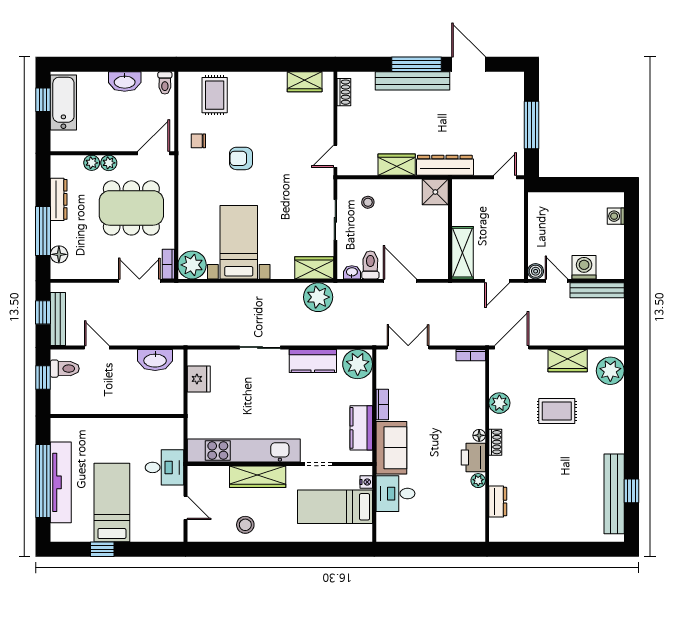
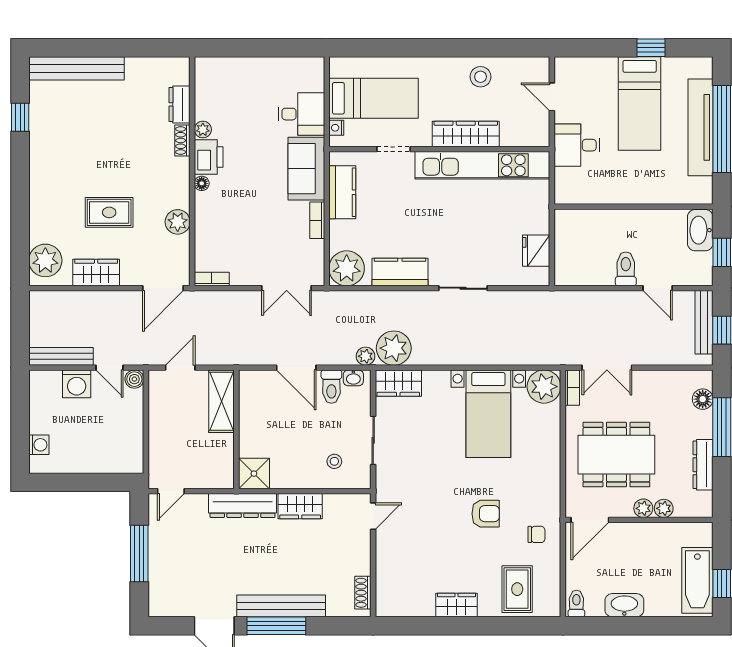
wardrobe: (305, 82) -> (457, 605), moved
plant: (342, 290) -> (365, 356), added
washbasin: (155, 360) -> (700, 230), moved, turned -90
toilet: (65, 369) -> (626, 269), moved, turned 90
shoe rack: (495, 442) -> (182, 141), moved
bench: (614, 494) -> (76, 68), moved, turned 90

